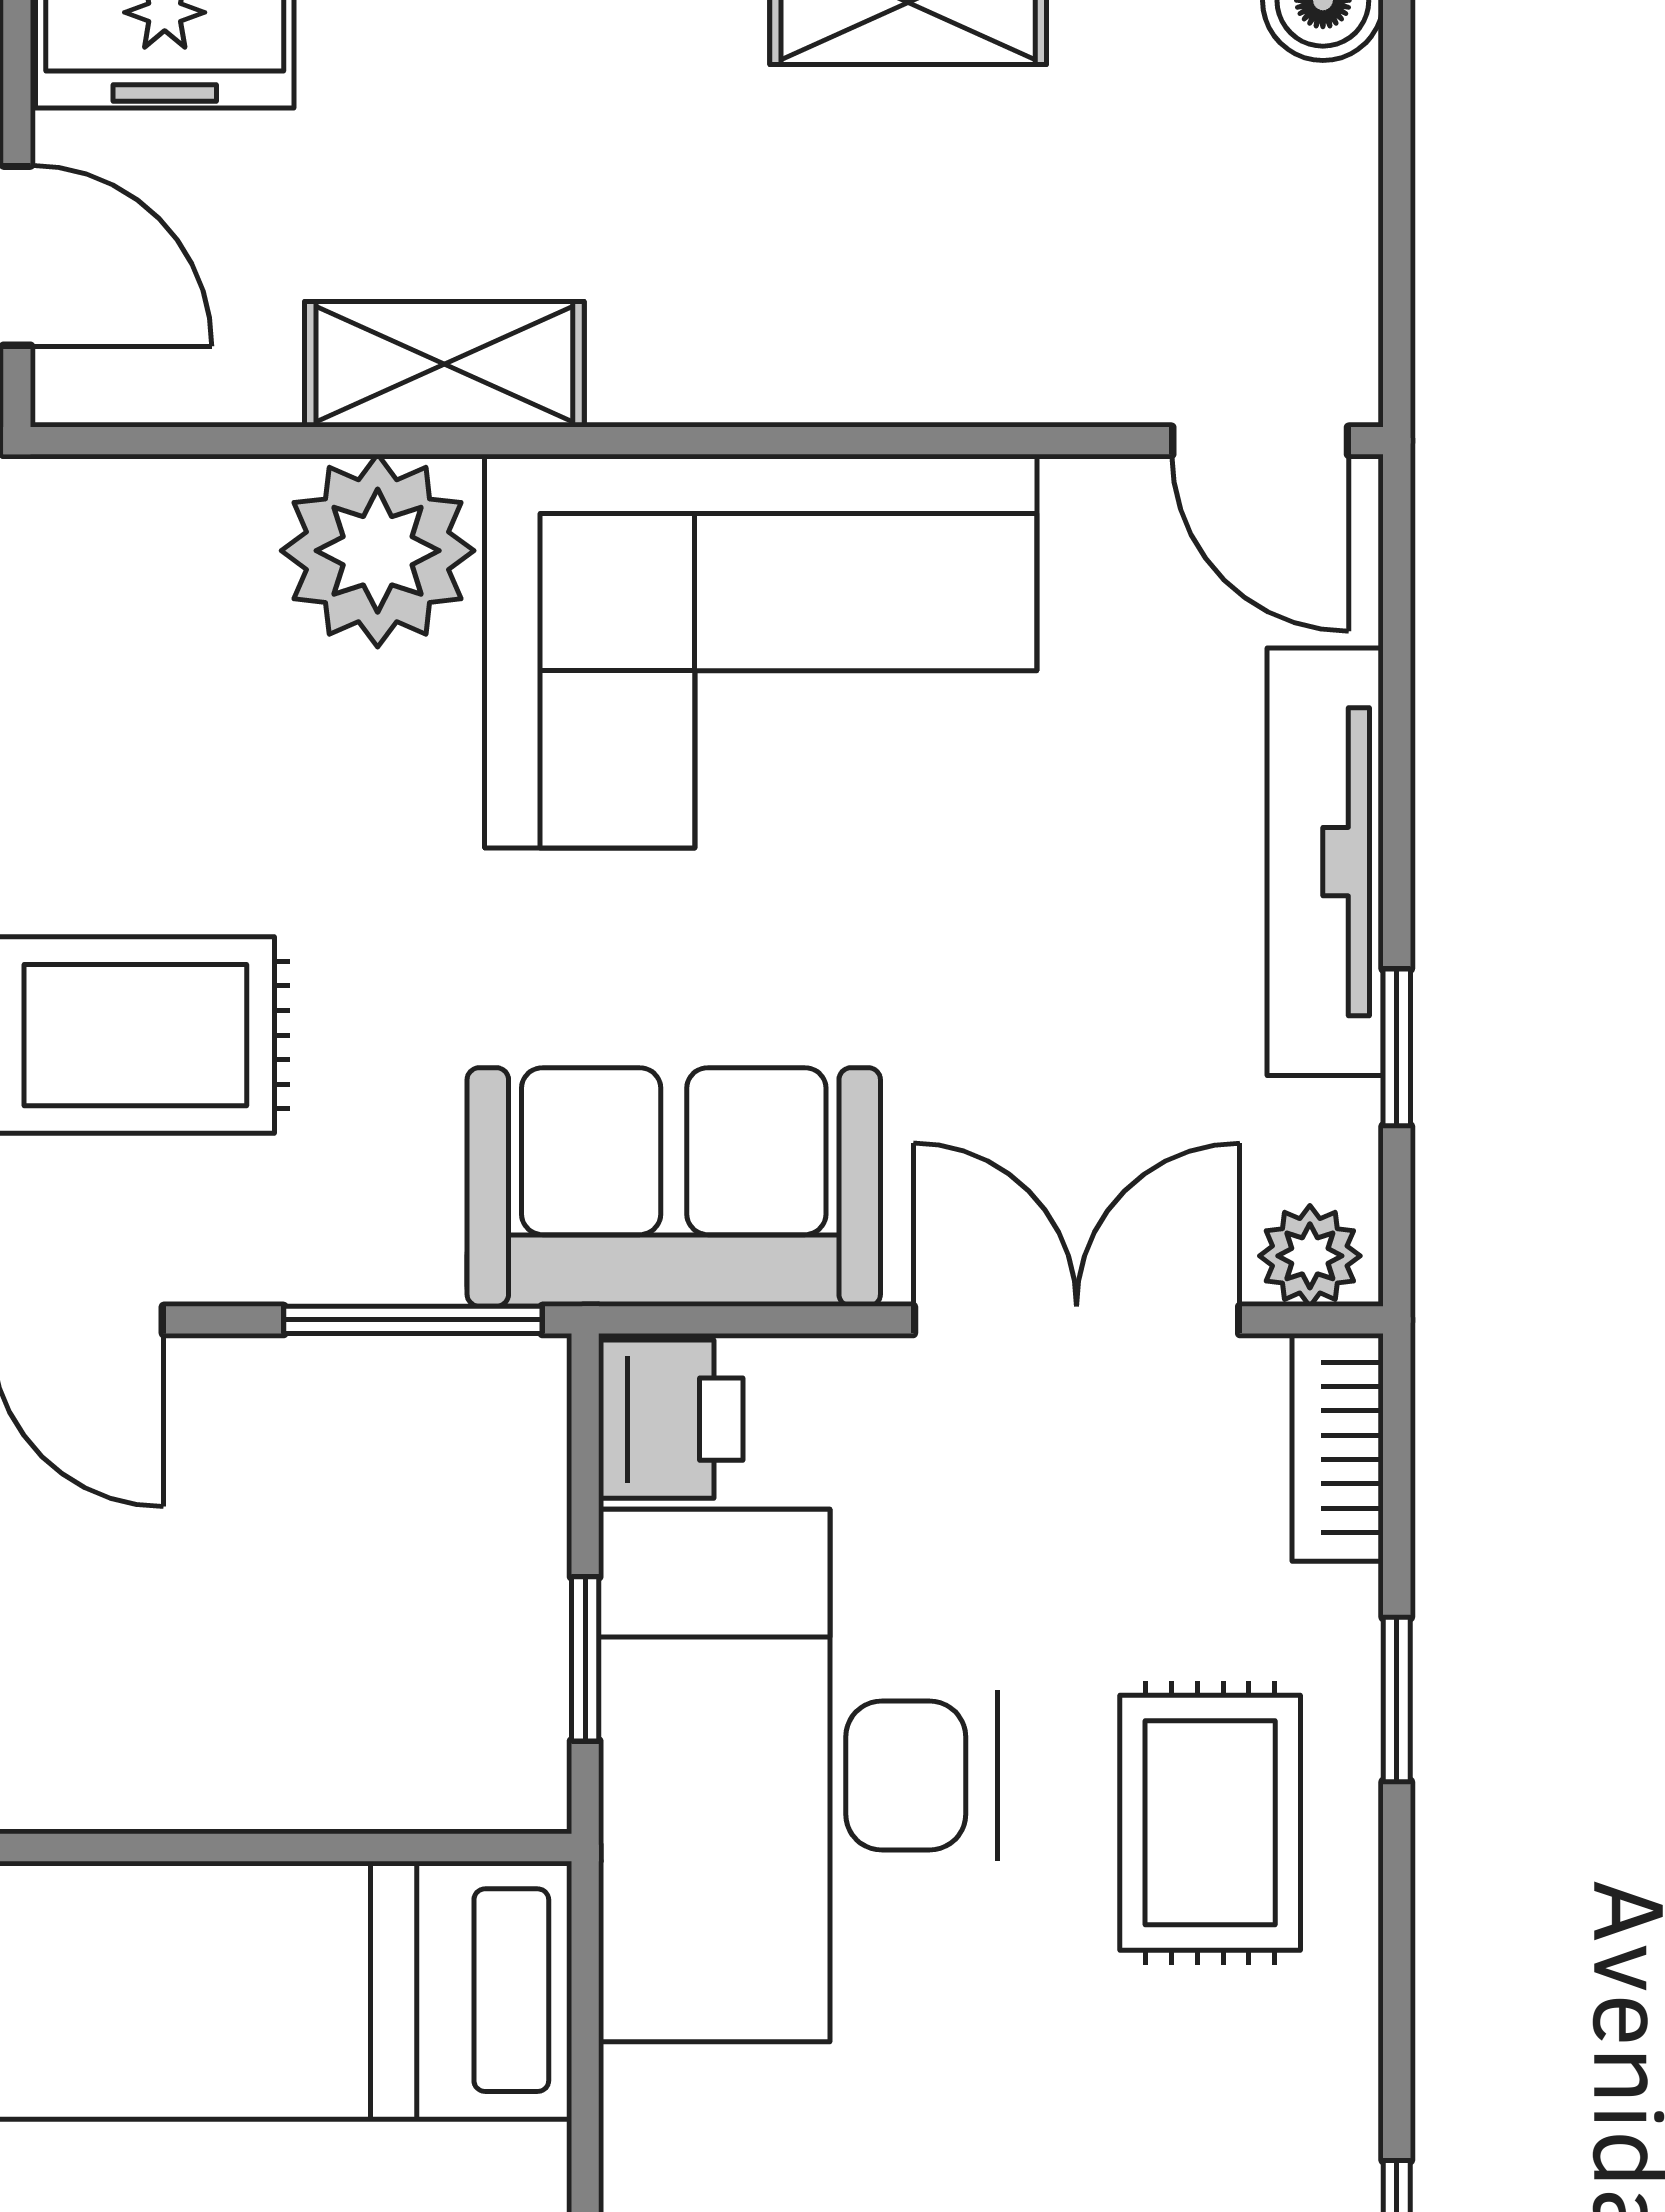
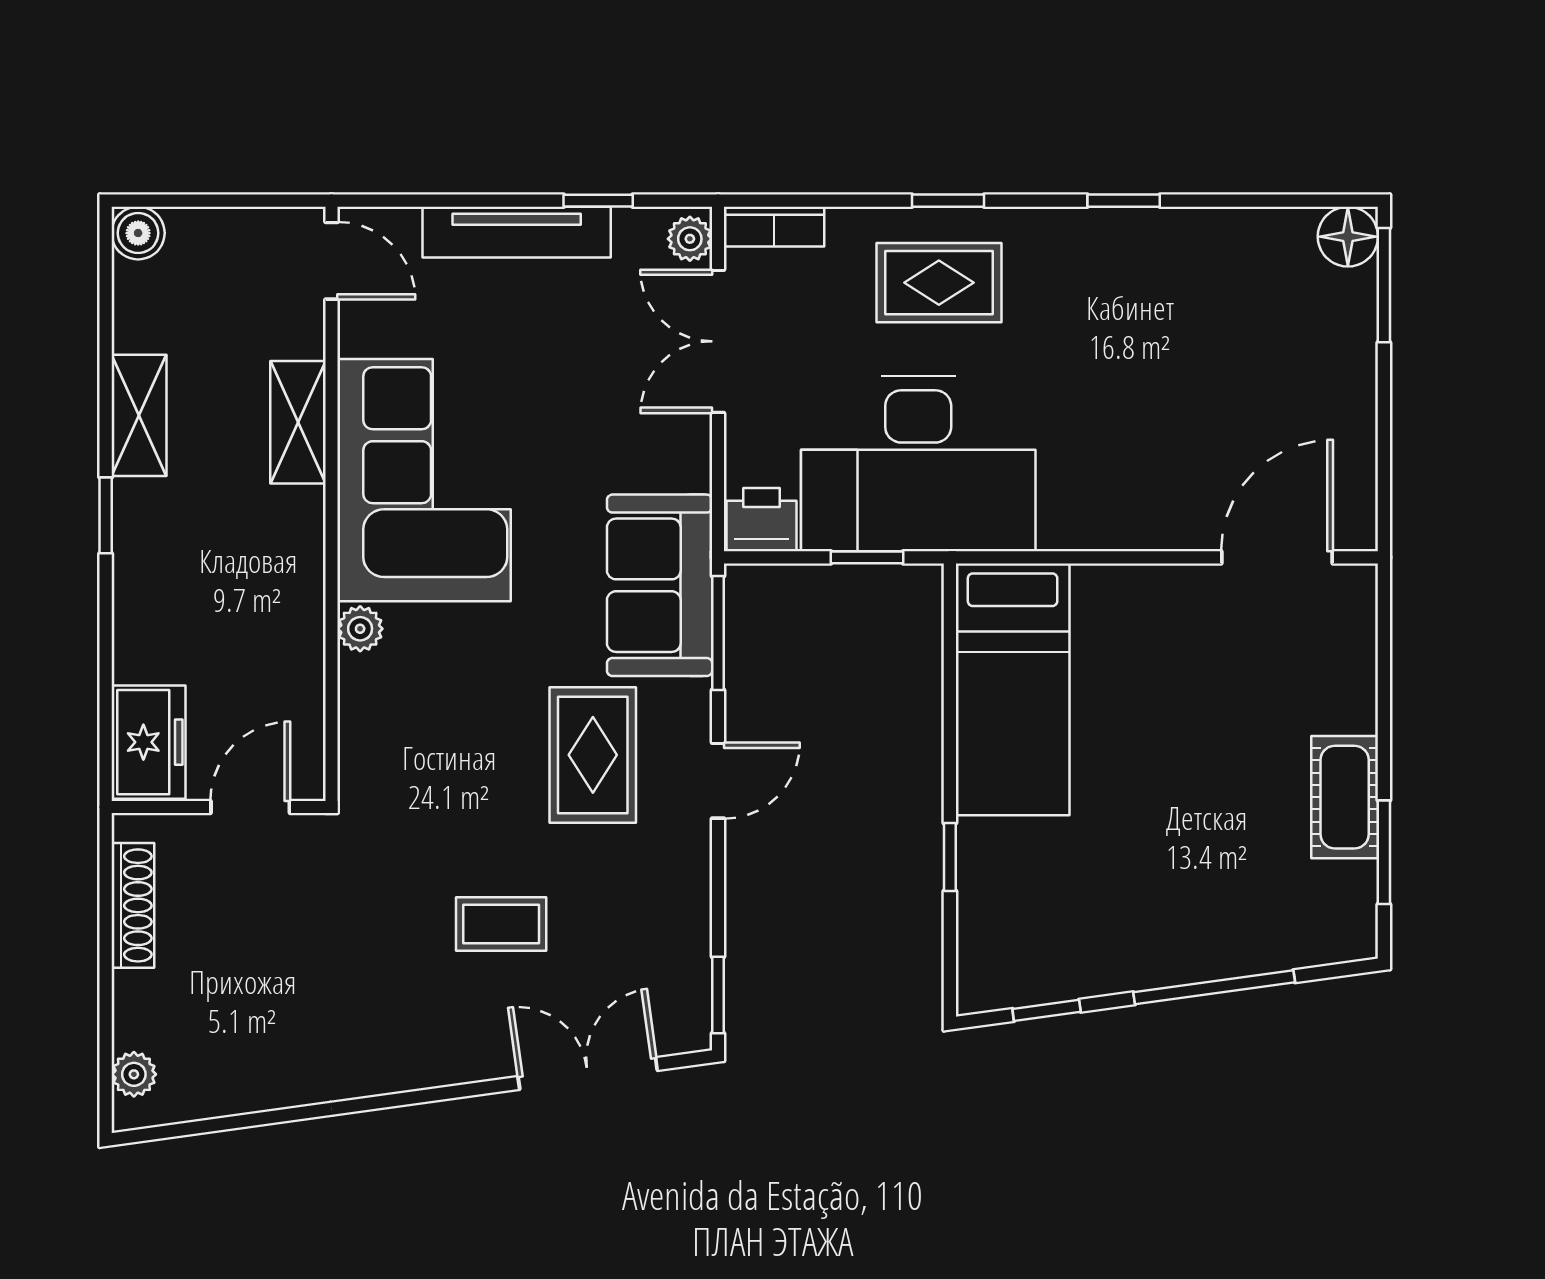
shelving: (444, 364) -> (298, 422), moved
door: (1260, 441) -> (332, 261), hinge flipped
plant: (378, 551) -> (360, 629), width x0.53, depth x0.53
sofa: (674, 1187) -> (660, 585), moved
window: (1397, 1700) -> (948, 201), moved

